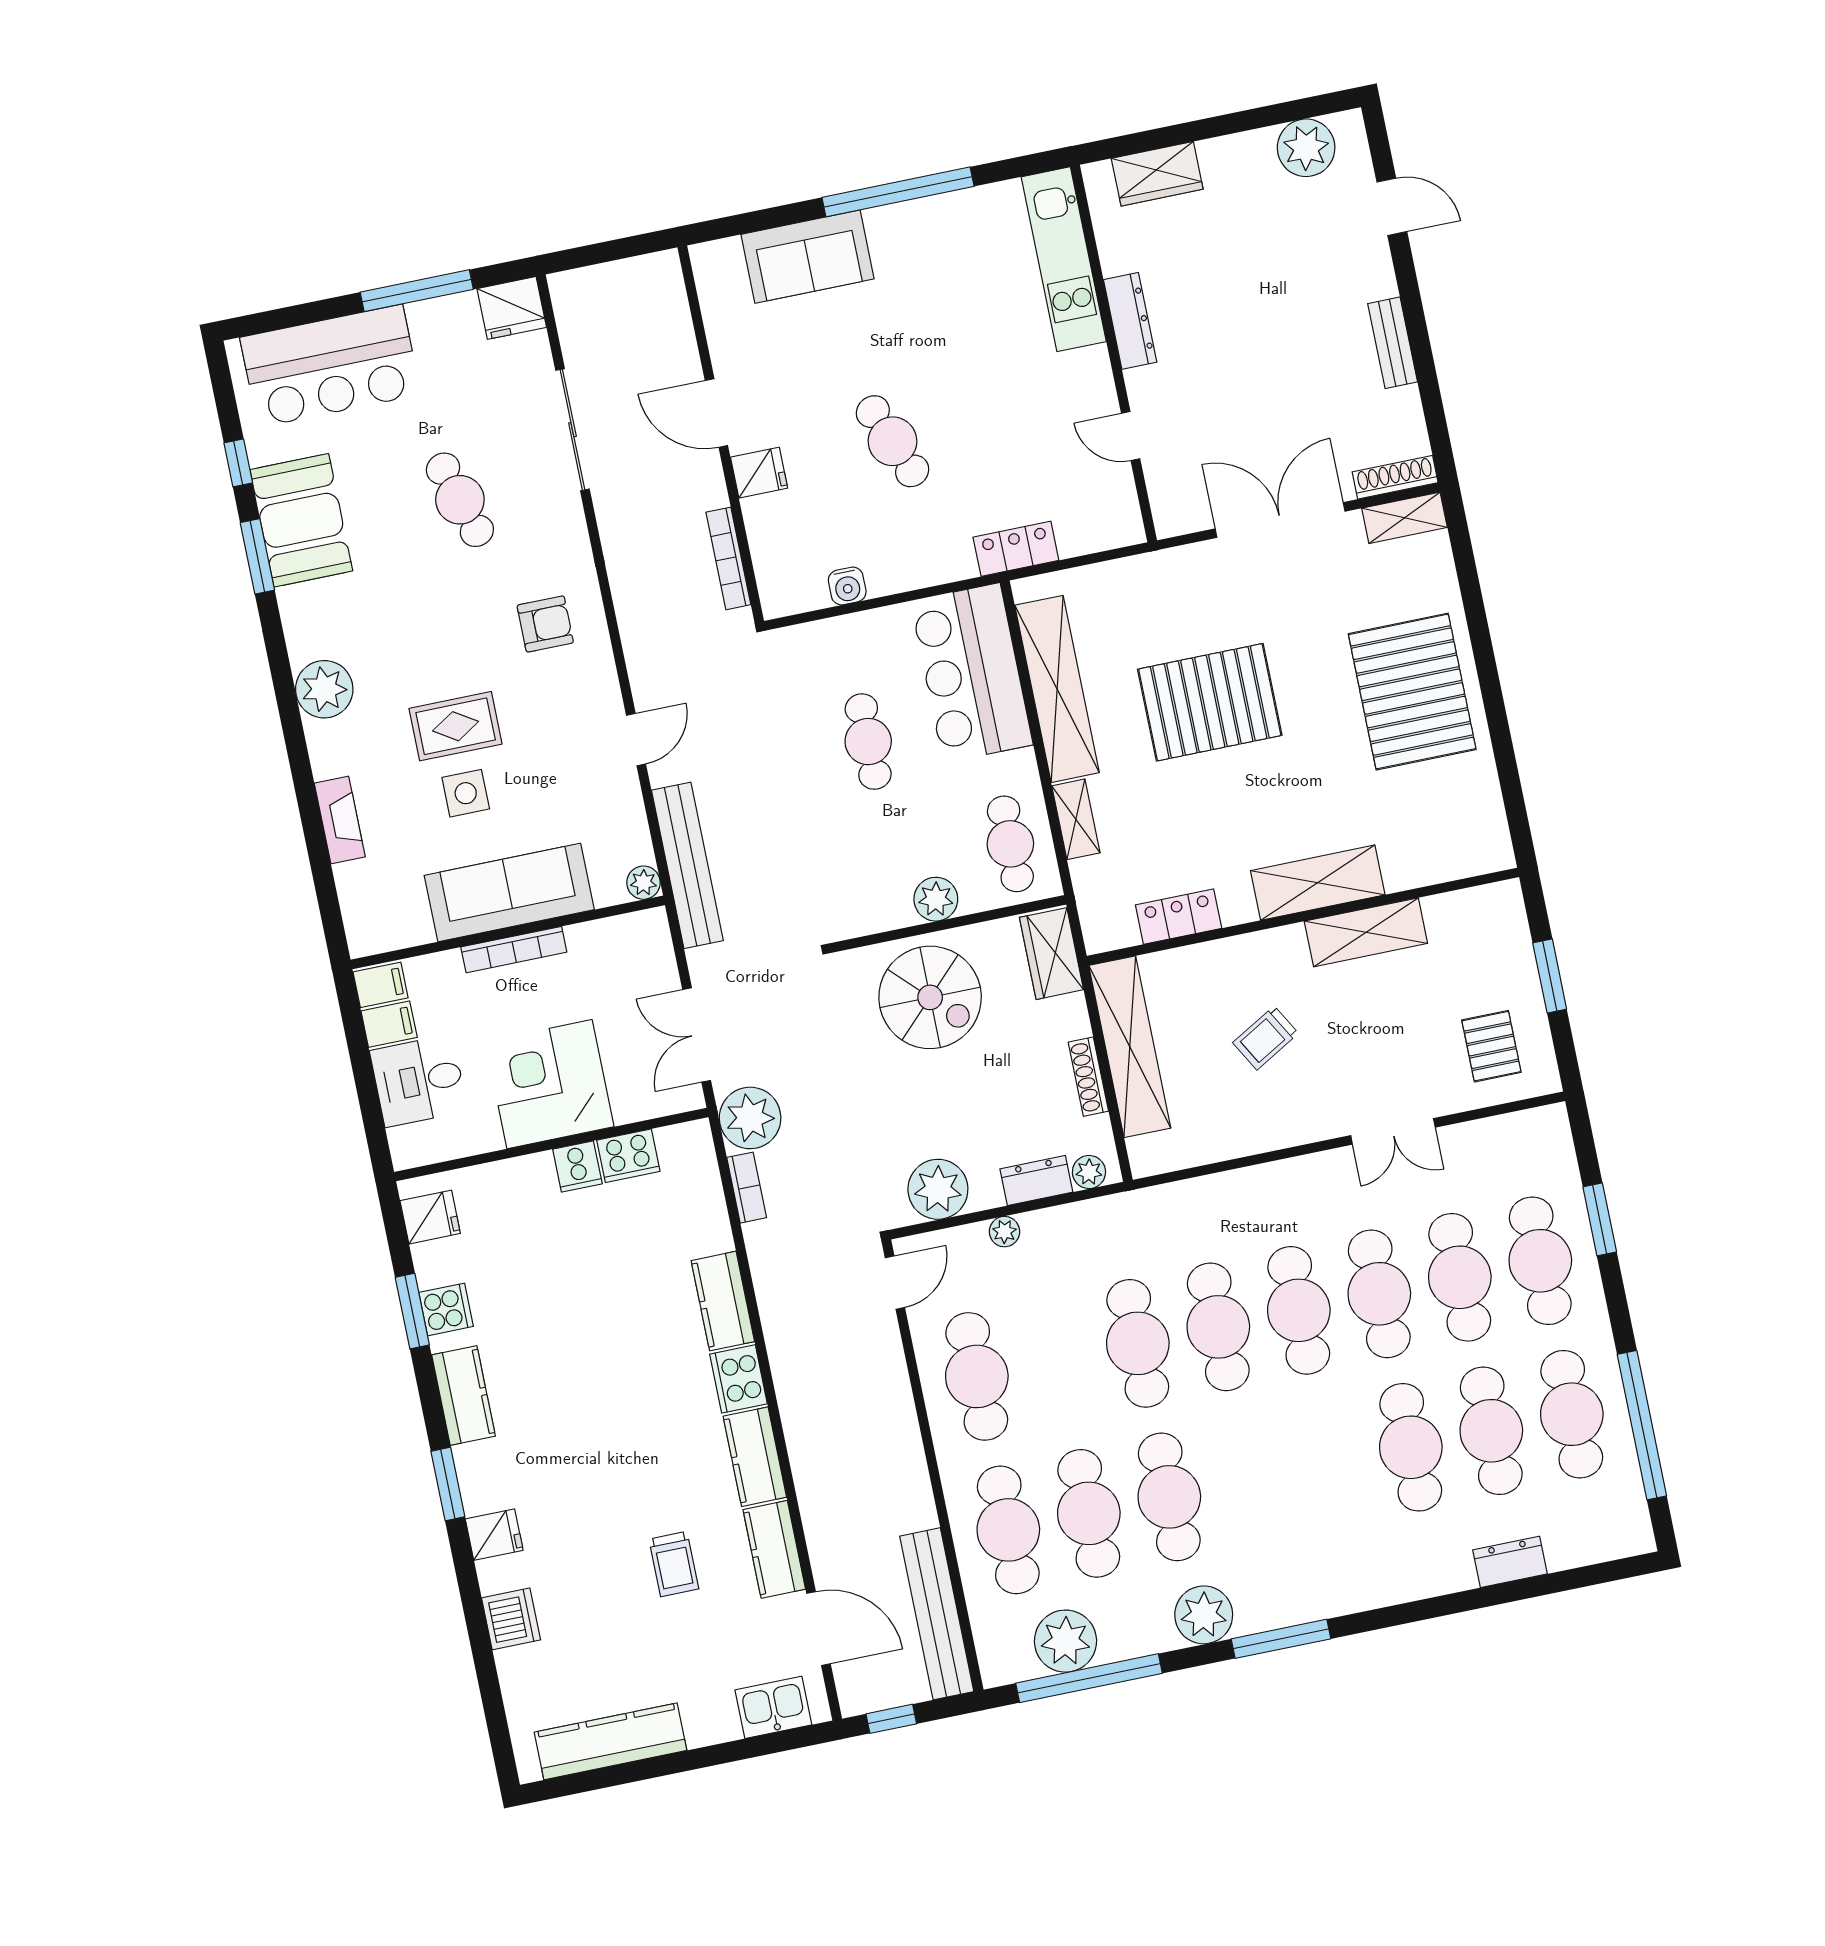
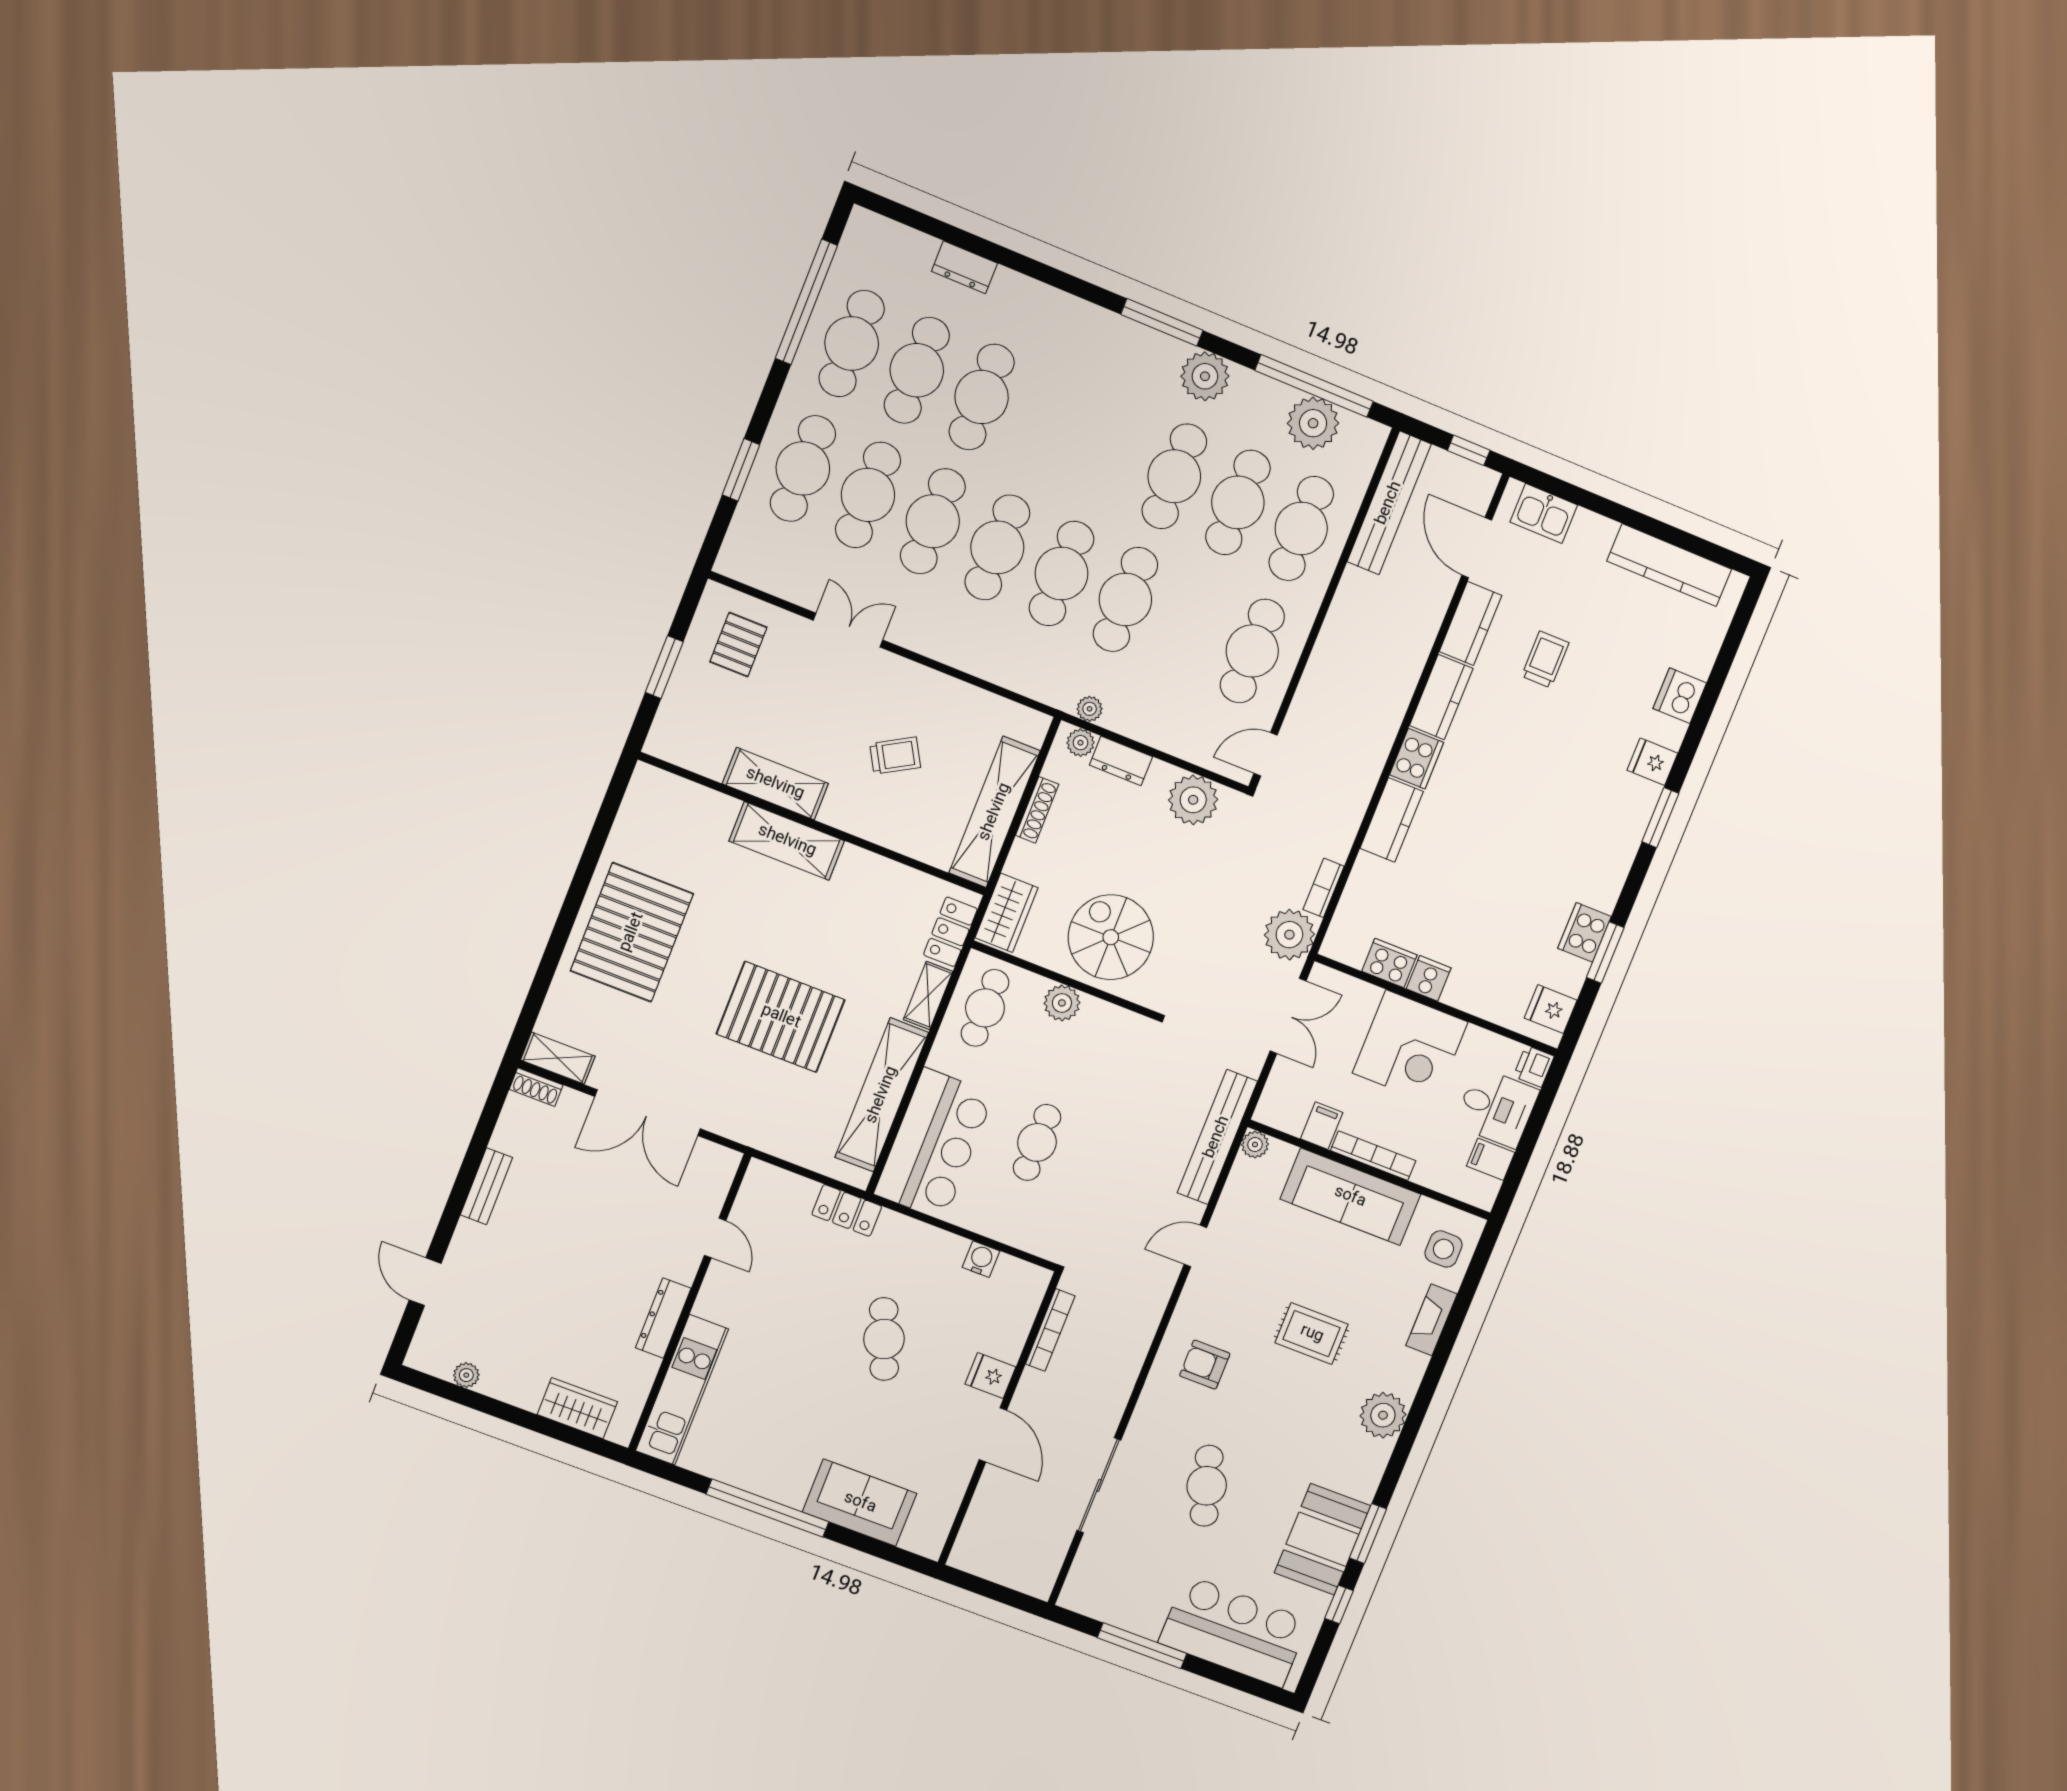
plant: (1306, 148) -> (466, 1375), width x0.53, depth x0.53
fridge: (512, 308) -> (1085, 1594), removed
shoe rack: (1395, 477) -> (536, 1087), width x0.70
side table: (466, 793) -> (1444, 1249), moved
locker: (1179, 917) -> (950, 932), moved, turned 90
filing cabinet: (381, 985) -> (1322, 1126), moved, turned 90
printer: (408, 1148) -> (1534, 1066), added
plant: (1004, 1232) -> (1090, 709), moved
cooker: (446, 1309) -> (1584, 932), width x1.36
kitchen counter: (463, 1395) -> (1610, 872), removed

